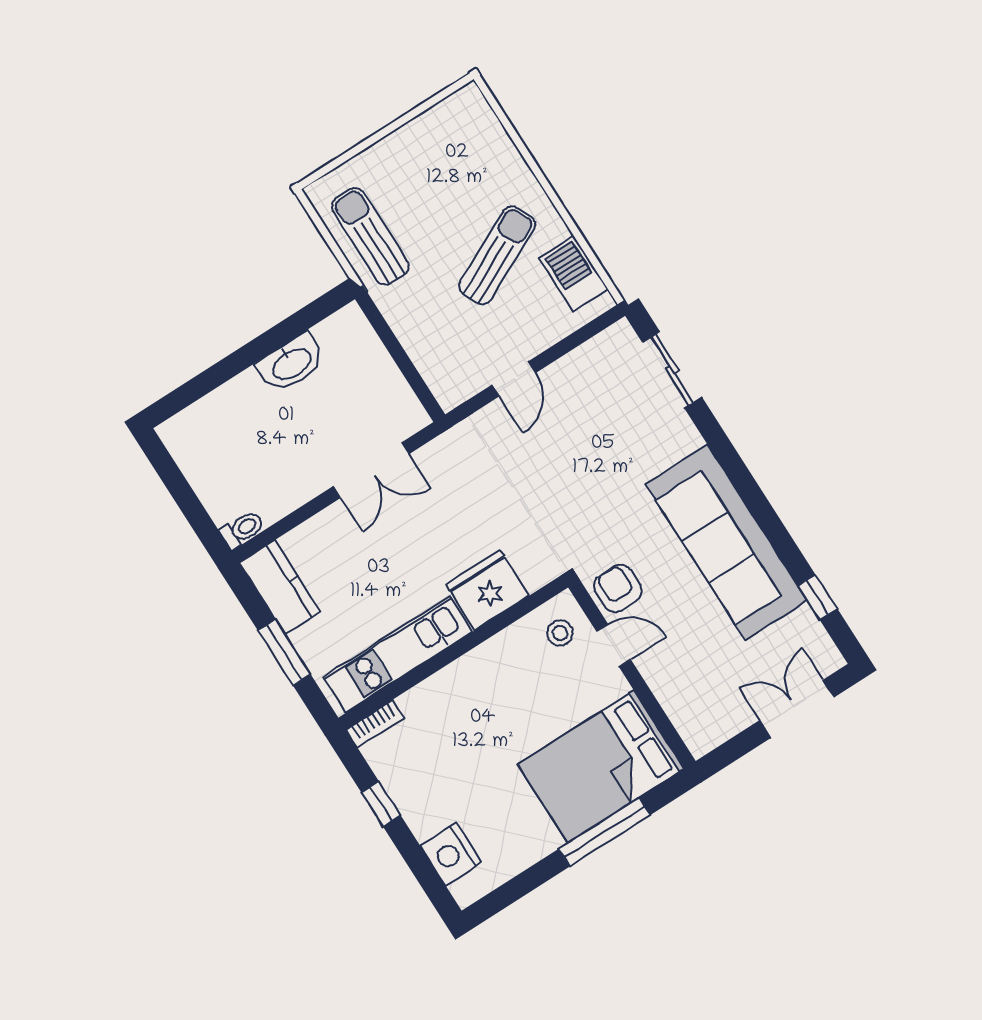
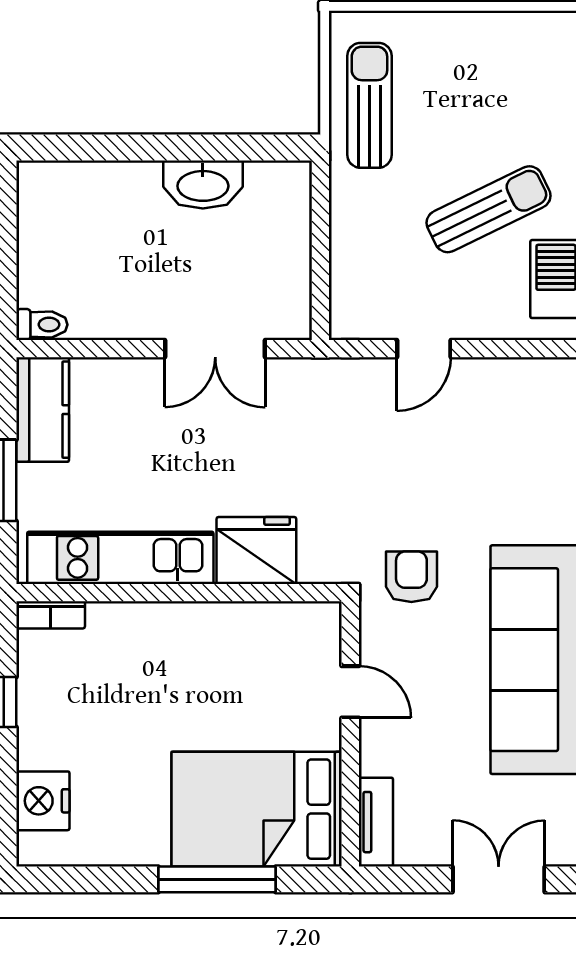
armchair: (618, 588) -> (411, 577), moved
stool: (560, 633) -> (303, 643), removed
tv unit: (688, 723) -> (376, 822), added

